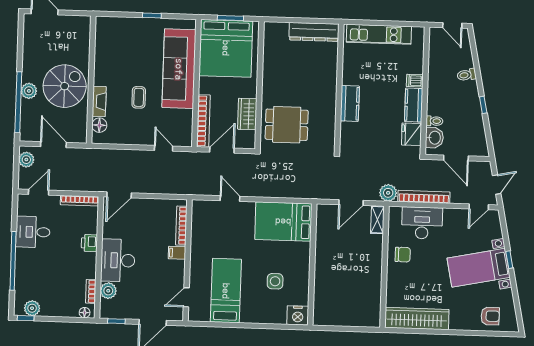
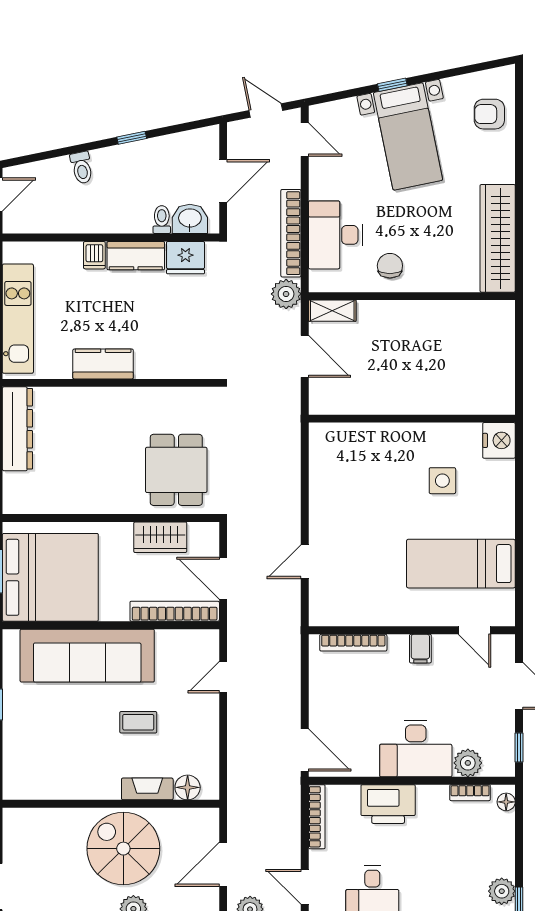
kitchen counter: (350, 103) -> (103, 364), moved
bed: (283, 222) -> (341, 470), removed
printer: (89, 243) -> (388, 804), width x1.87, depth x1.48
filing cabinet: (177, 253) -> (420, 649), moved
armchair: (490, 316) -> (489, 114), turned -90

